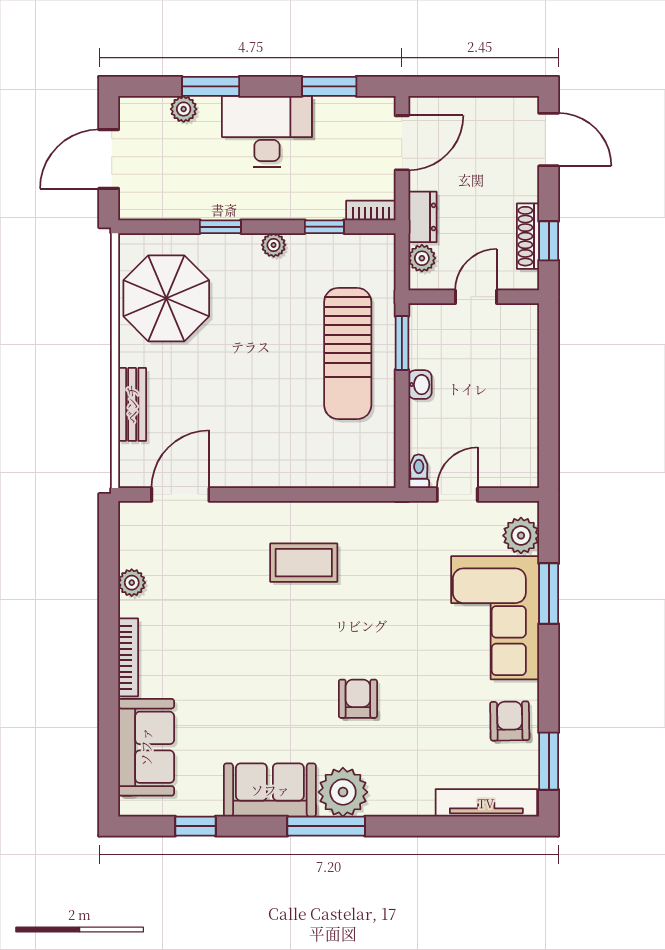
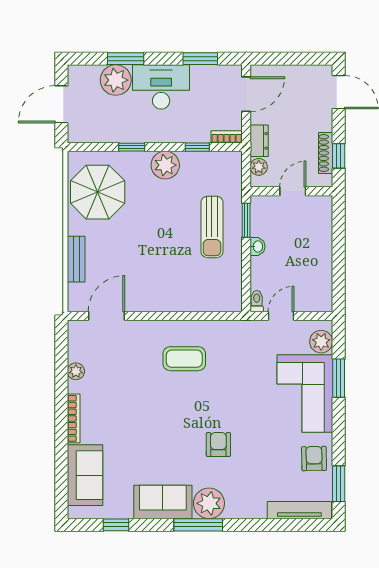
plant: (184, 109) -> (116, 80), width x1.87, depth x1.87
plant: (274, 245) -> (165, 165), width x1.87, depth x1.87
sun lounger: (348, 354) -> (212, 227), width x0.73, depth x0.75

